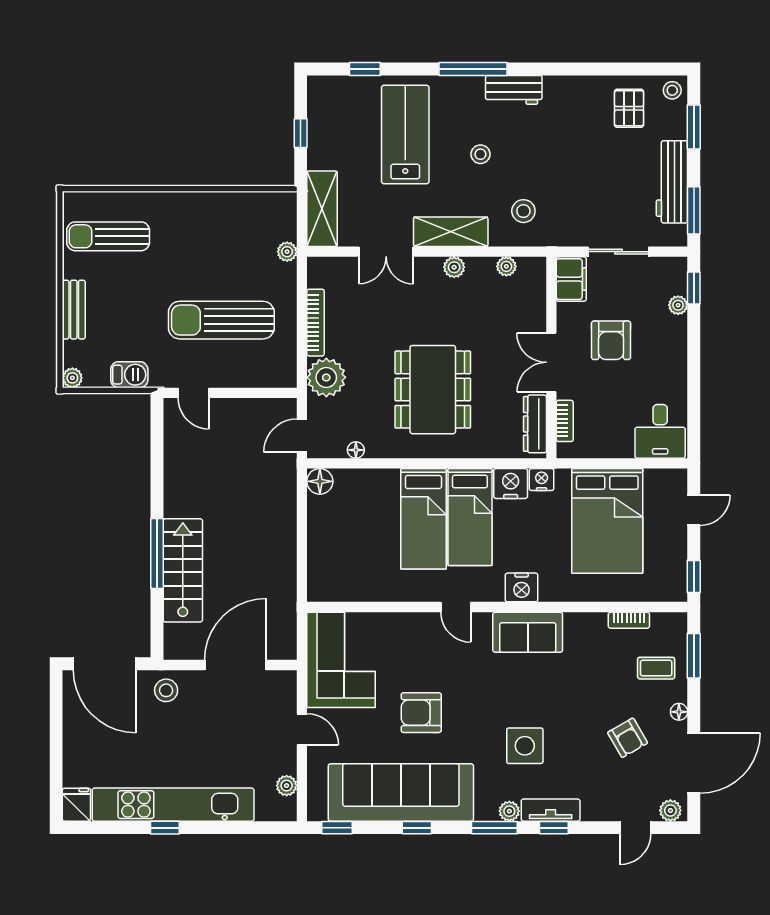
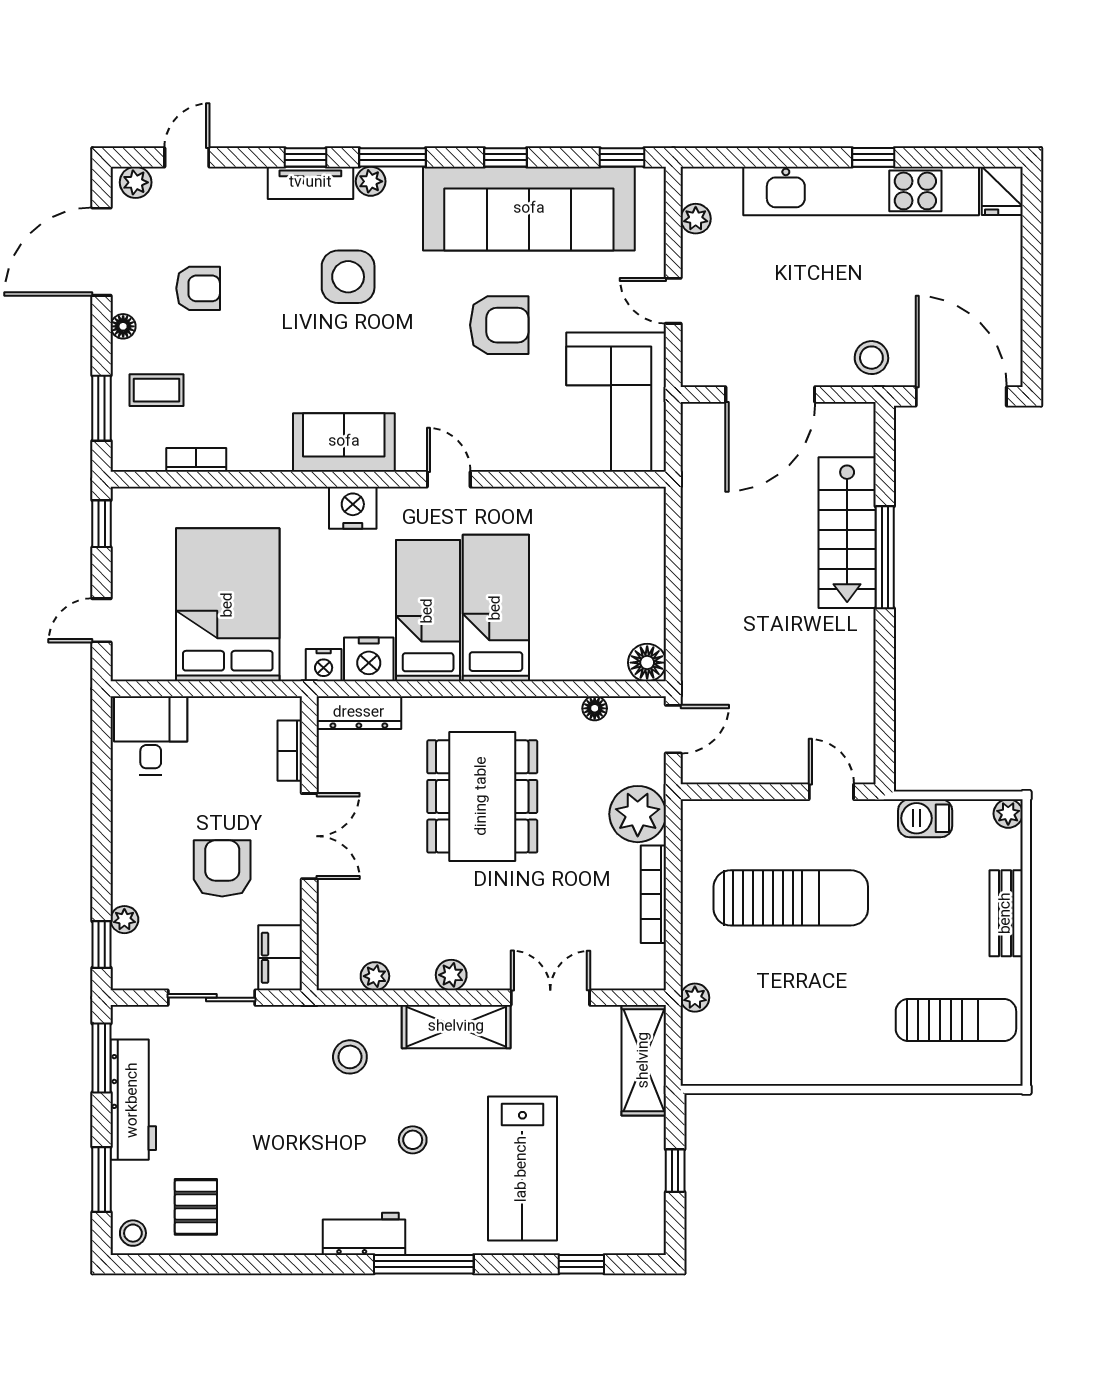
dresser: (535, 424) -> (359, 713), moved, turned 90
armchair: (628, 738) -> (198, 288), turned 120

